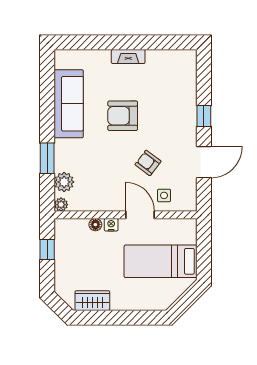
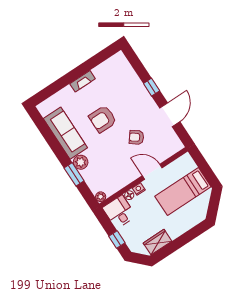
plant: (64, 182) -> (81, 162), moved
side table: (164, 195) -> (159, 151), removed
desk: (71, 236) -> (119, 212), added
window: (47, 250) -> (117, 239), moved

